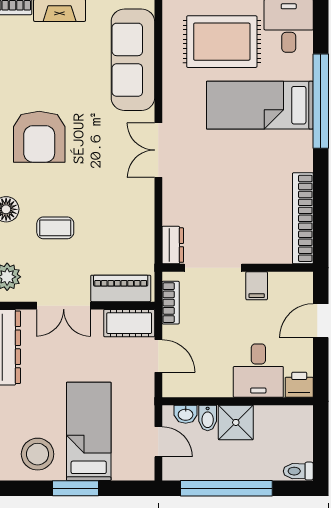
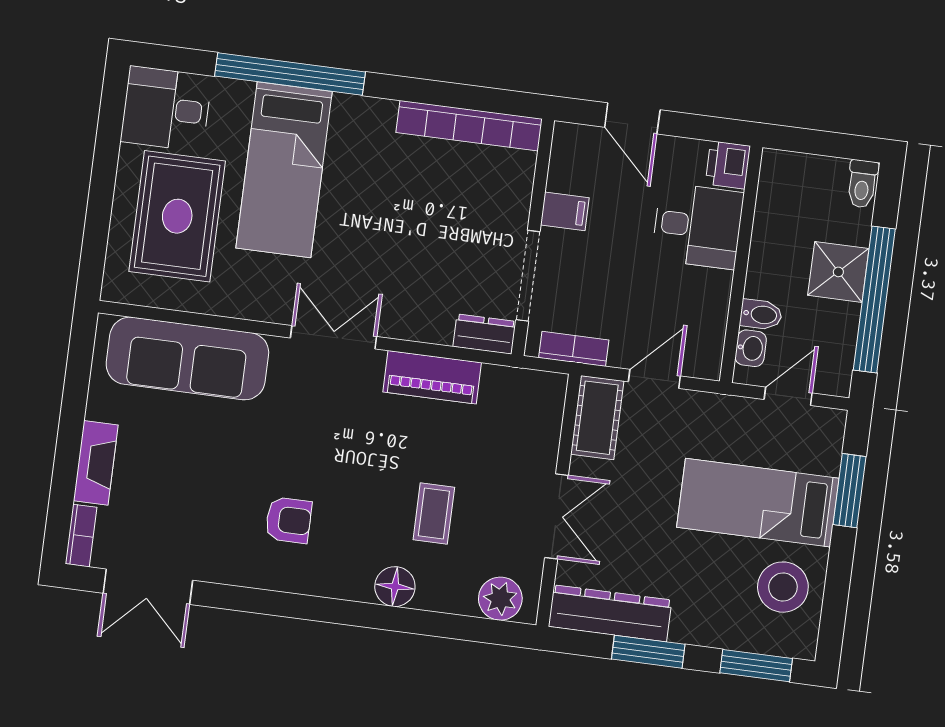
armchair: (39, 137) -> (289, 520), width x0.53, depth x0.53
double door: (158, 150) -> (333, 337), swing flipped
piano: (121, 288) -> (432, 377), moved, turned -90
shower: (236, 422) -> (838, 272), moved
window: (76, 488) -> (850, 491), moved

